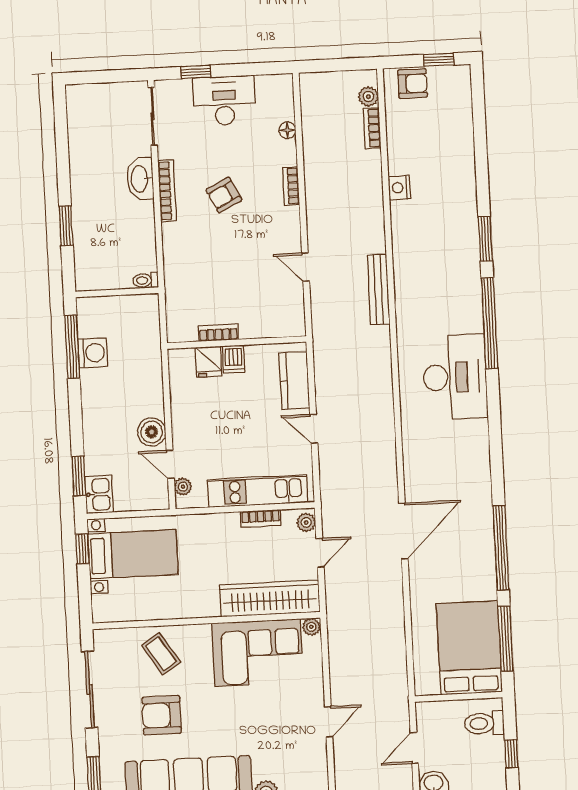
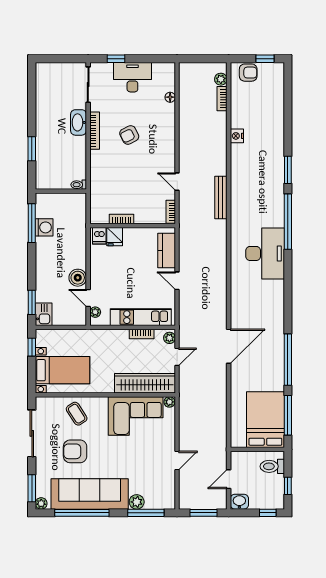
bookcase: (291, 186) -> (171, 212), moved
dishwasher: (234, 359) -> (99, 236), moved
bed with nightstands: (133, 554) -> (62, 370), moved

